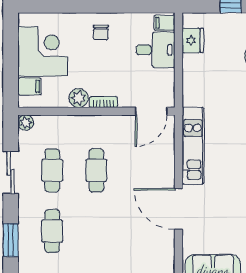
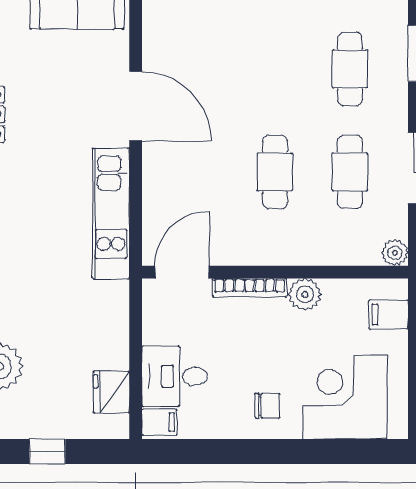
chair: (101, 32) -> (267, 406), turned 90
corner desk: (43, 51) -> (345, 397), moved, turned 90
bookcase: (104, 102) -> (250, 288), width x1.56

